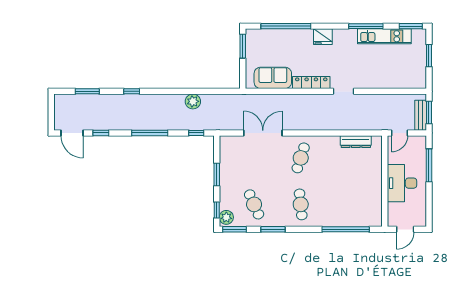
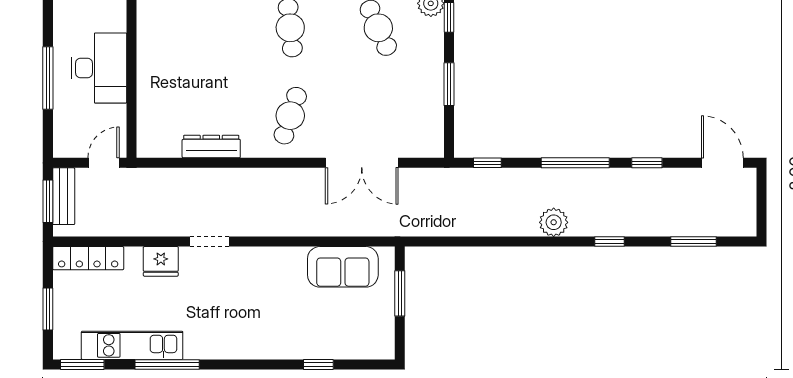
window: (286, 26) -> (318, 365), width x0.32
fridge: (323, 37) -> (161, 261), moved, turned 180
window: (243, 46) -> (400, 293), moved
locker: (311, 82) -> (88, 258), moved
plant: (193, 101) -> (554, 222), moved
window: (101, 133) -> (647, 163), moved
dresser: (356, 142) -> (211, 146), moved
window: (429, 165) -> (48, 78), moved

